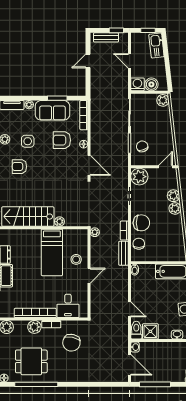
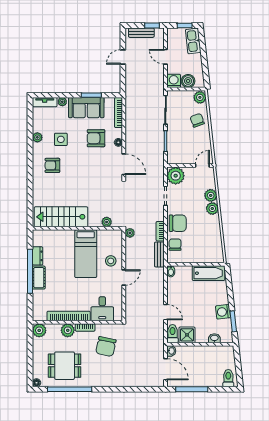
chair: (142, 146) -> (197, 120), moved
plant: (59, 222) -> (107, 222), moved

